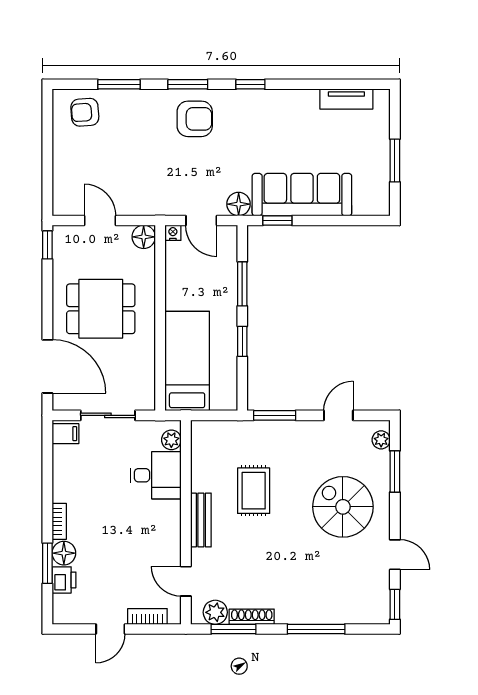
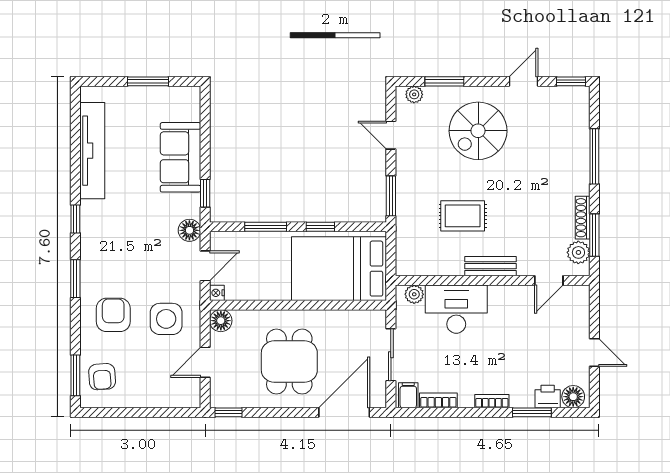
window: (119, 84) -> (75, 375), moved
tv unit: (346, 99) -> (92, 151), width x1.92, depth x1.29
armchair: (195, 119) -> (113, 315), moved
side table: (145, 180) -> (166, 319), added
sofa: (302, 195) -> (181, 157), width x0.73
bed: (187, 361) -> (339, 269), width x1.50
desk: (156, 475) -> (456, 309), width x1.37
floor lamp: (64, 553) -> (573, 397), moved
bookcase: (147, 616) -> (438, 400), moved, turned 90

